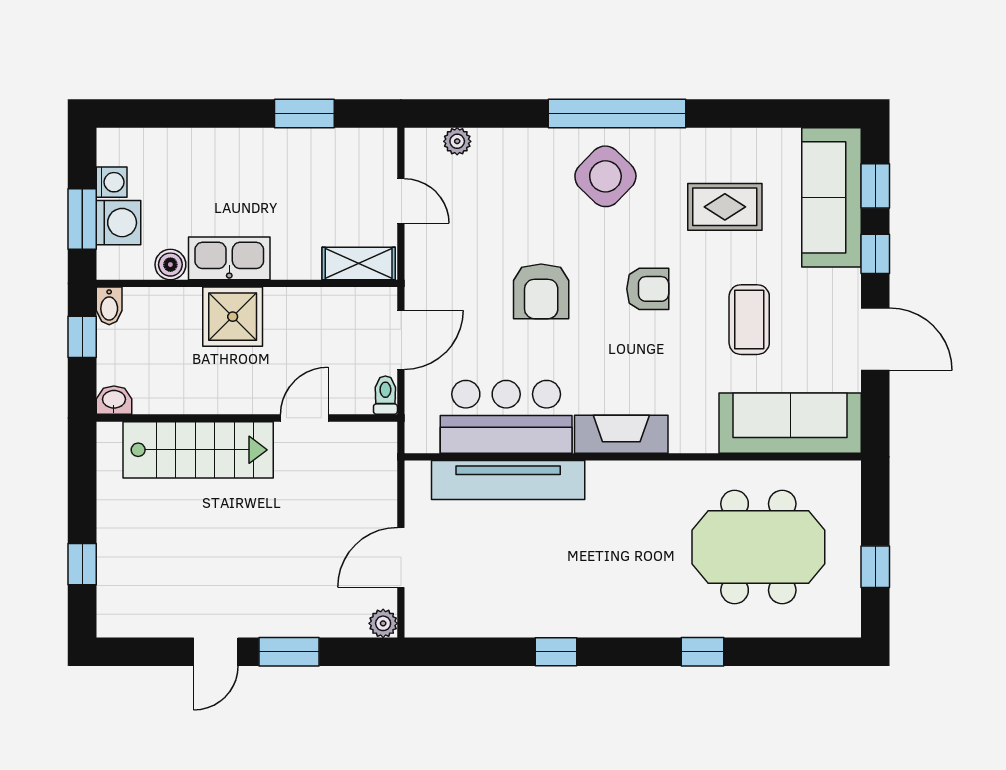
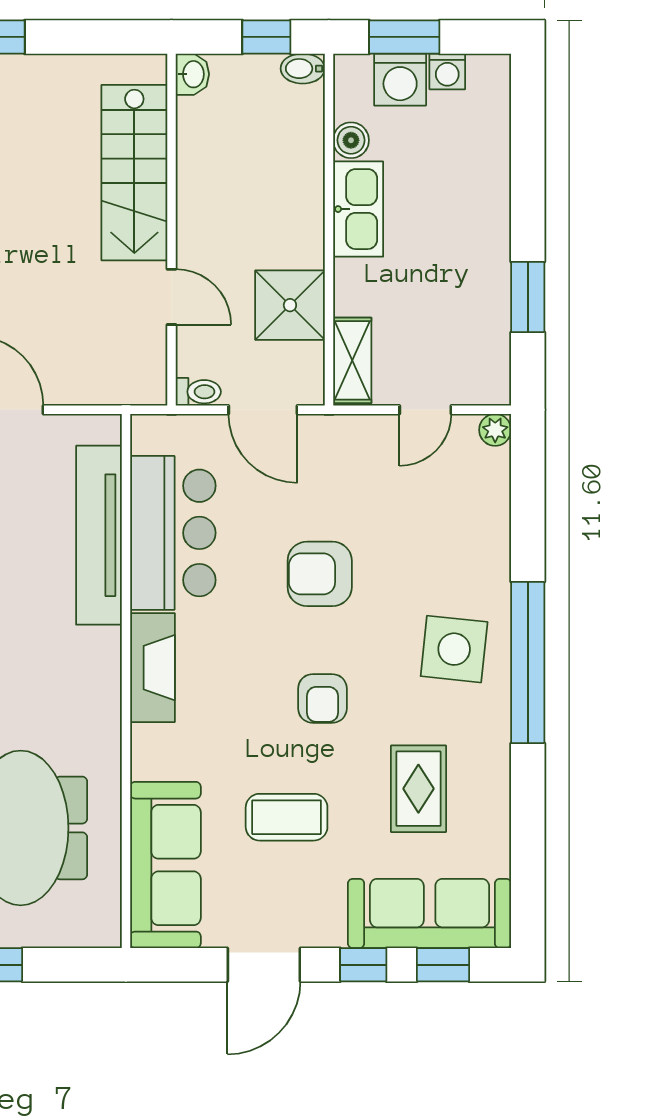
plant: (457, 141) -> (495, 430), moved
side table: (605, 176) -> (454, 649), turned -38
shower: (233, 317) -> (290, 305), moved

